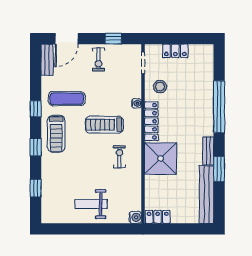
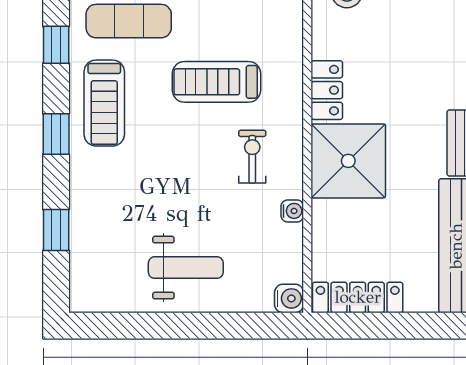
water cooler: (137, 103) -> (292, 211), moved
locker: (151, 121) -> (327, 90), width x0.66
weight bench: (91, 204) -> (186, 268), turned 180
locker: (158, 217) -> (358, 297), width x1.53

